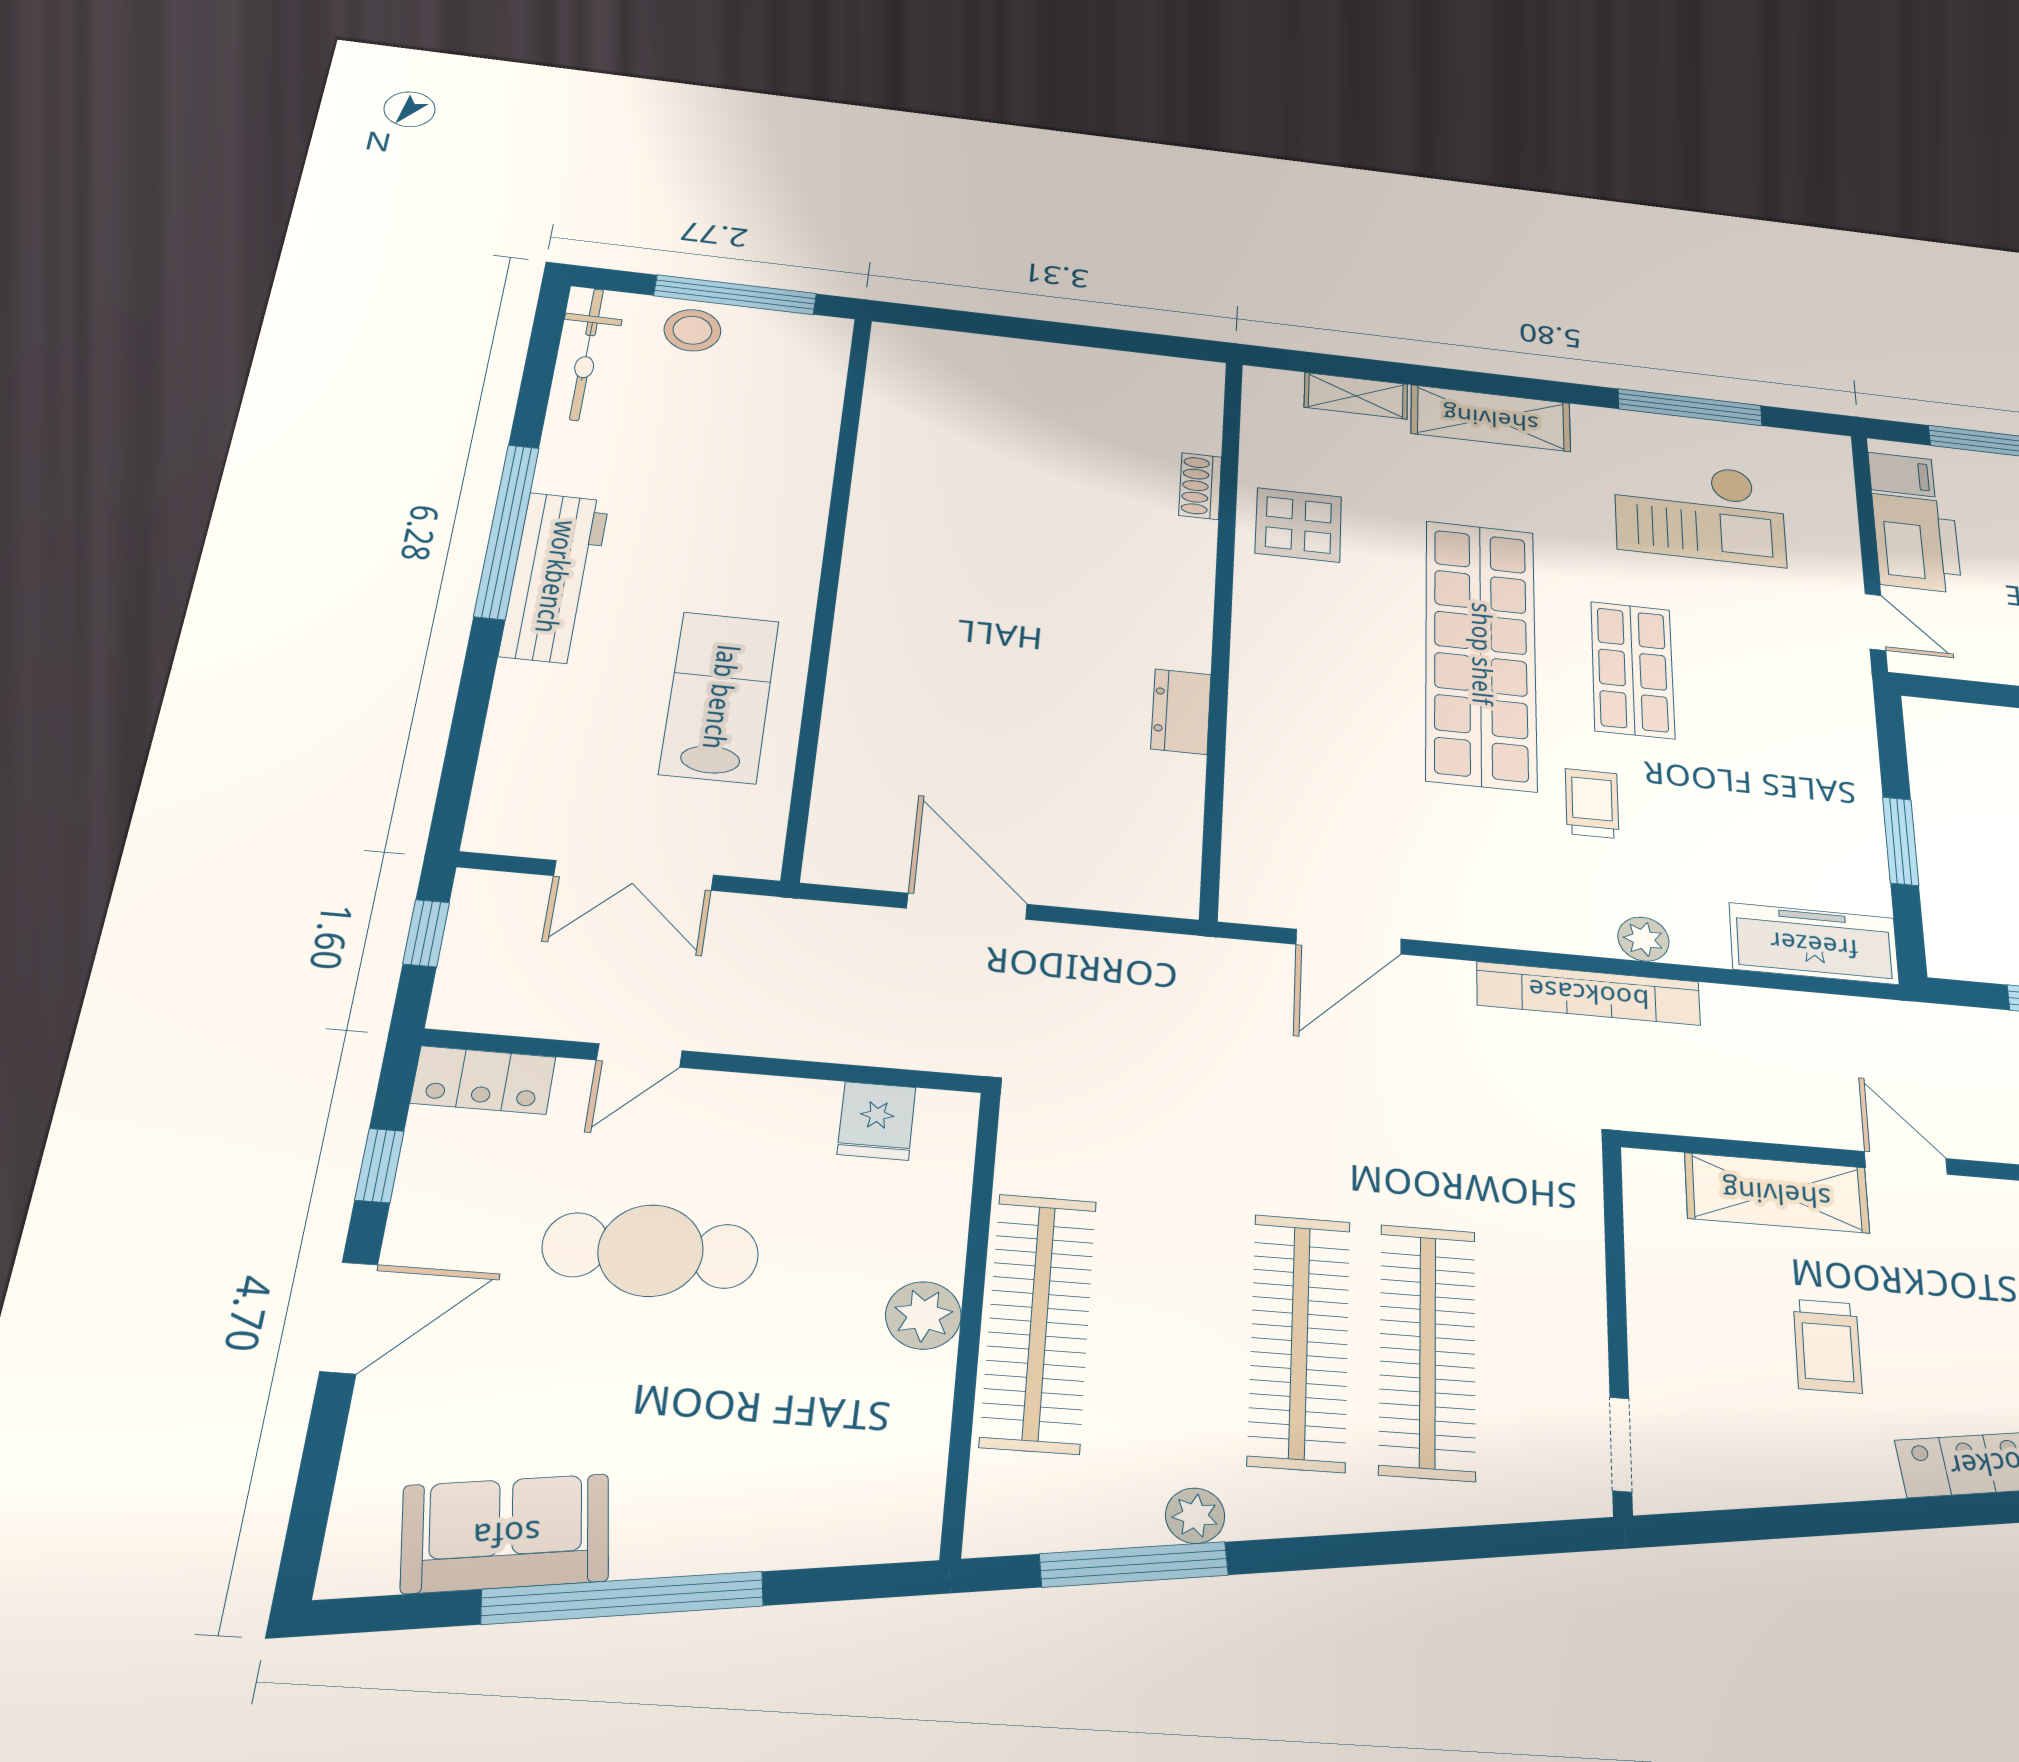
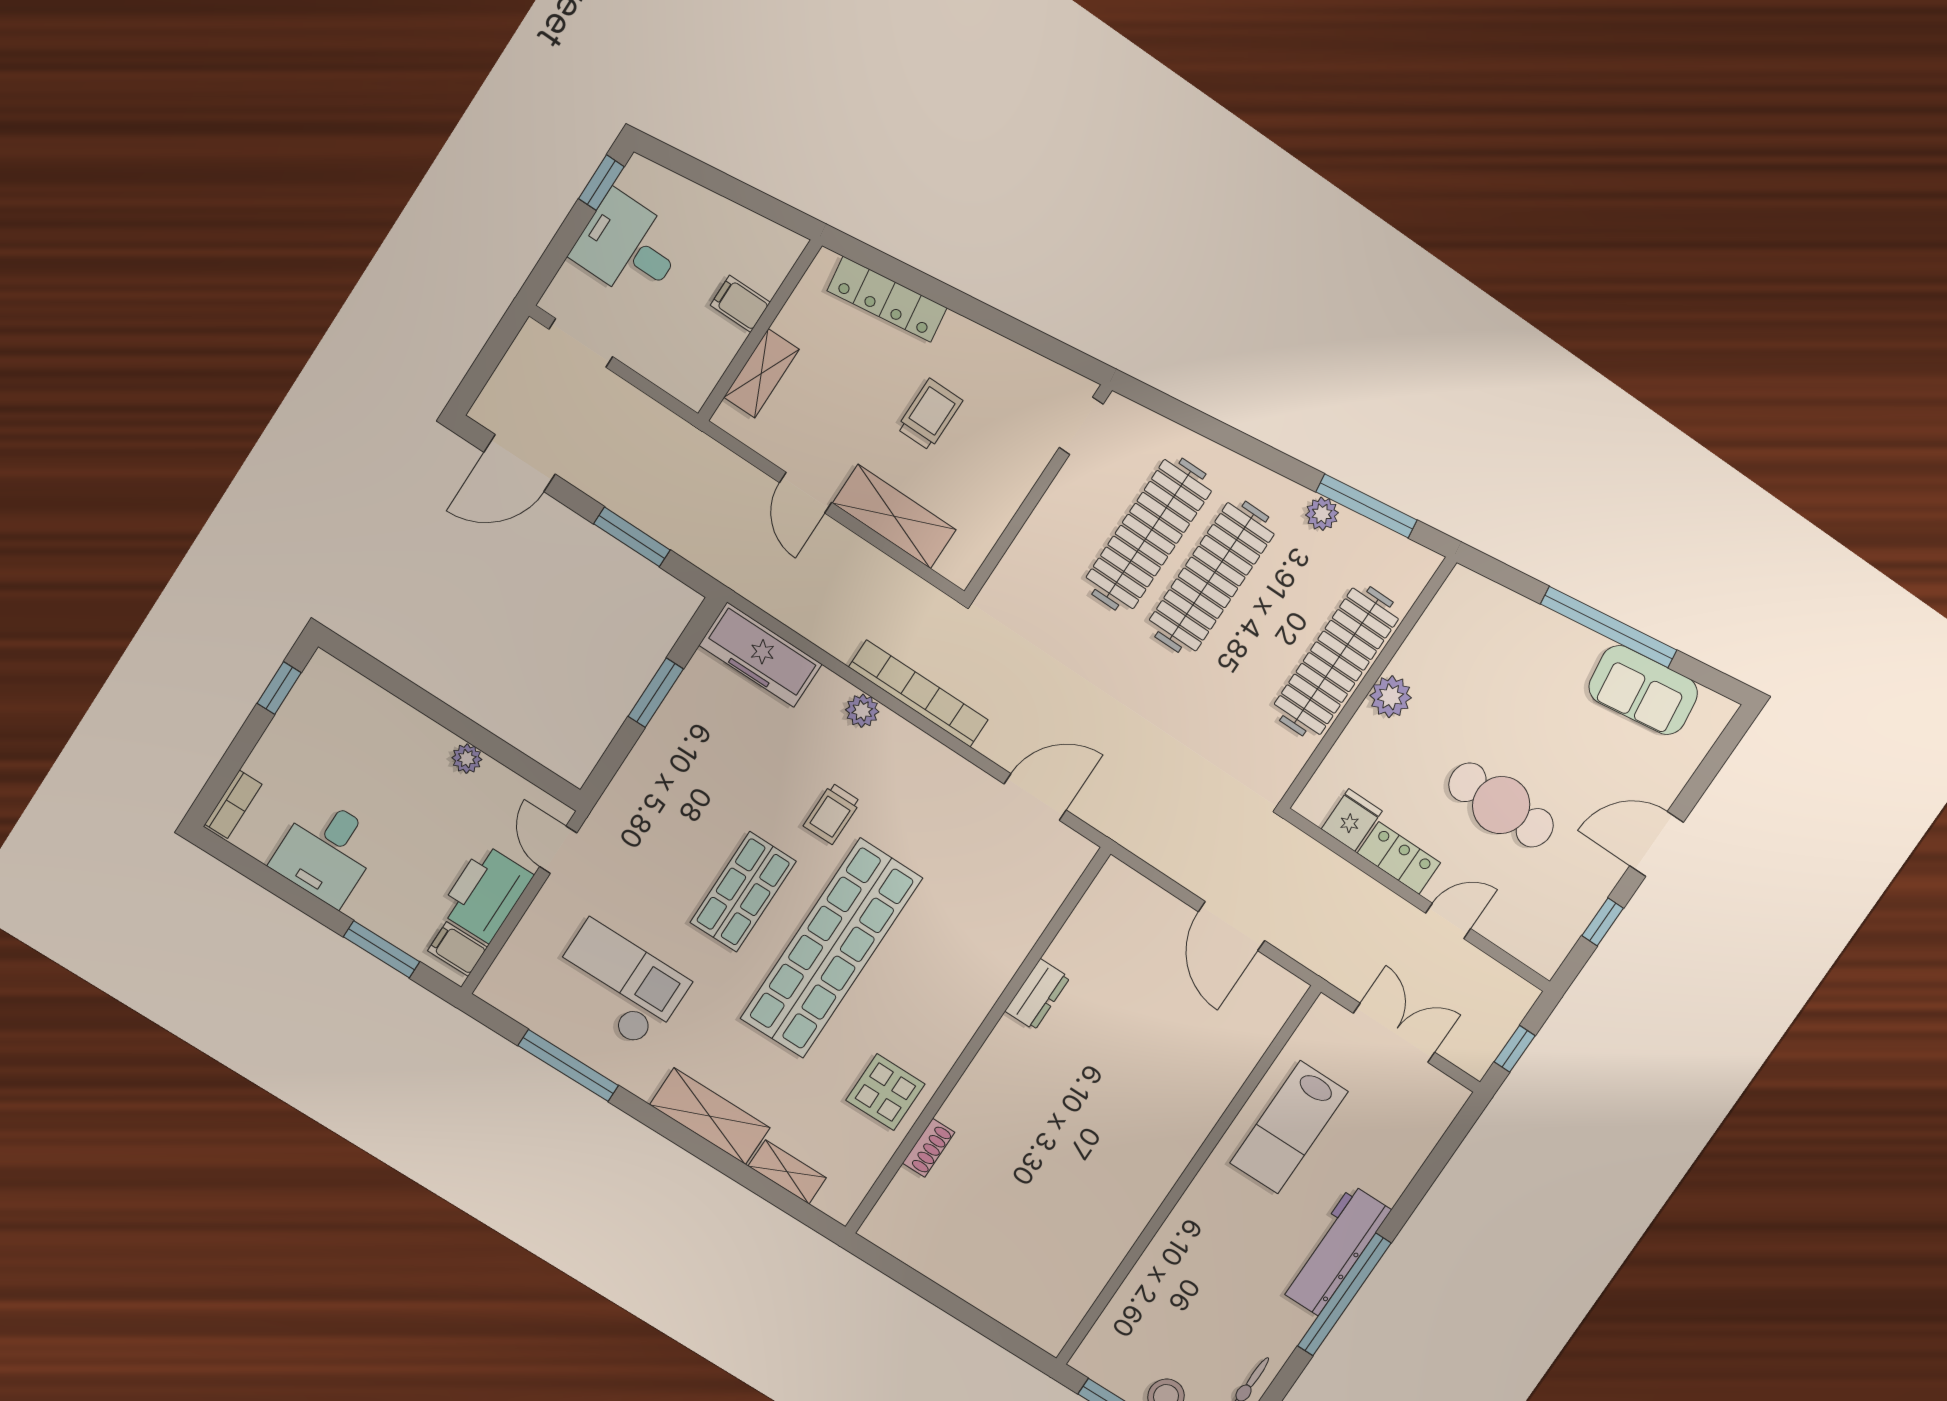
locker: (483, 1080) -> (1399, 858), moved

